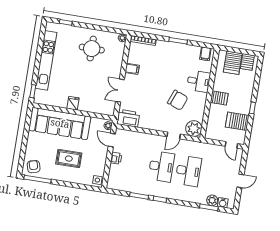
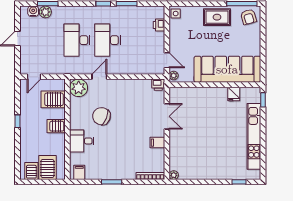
round table: (92, 49) -> (206, 158), removed
fridge: (73, 103) -> (234, 94), moved
printer: (128, 118) -> (158, 85), width x0.53, depth x0.68
server rack: (237, 121) -> (53, 99), moved, turned 180
door: (231, 145) -> (34, 77), swing flipped
printer: (116, 158) -> (159, 25), moved
rug: (69, 159) -> (217, 17), moved

